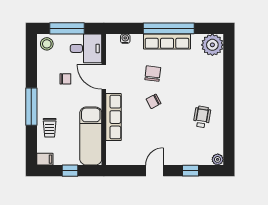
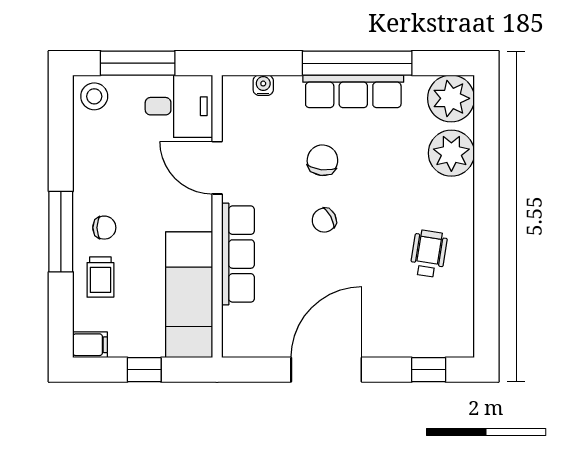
chair: (65, 79) -> (104, 228), moved
plant: (218, 159) -> (451, 153), moved, width x1.87, depth x1.87
door: (155, 171) -> (326, 370), width x1.88
window: (190, 171) -> (429, 370), moved

